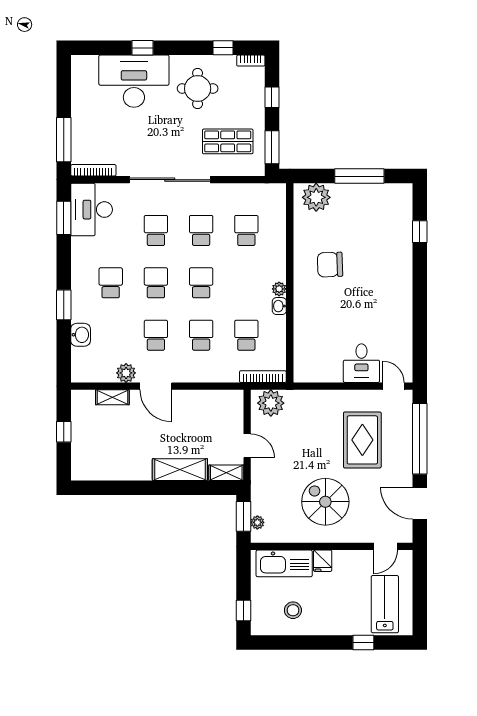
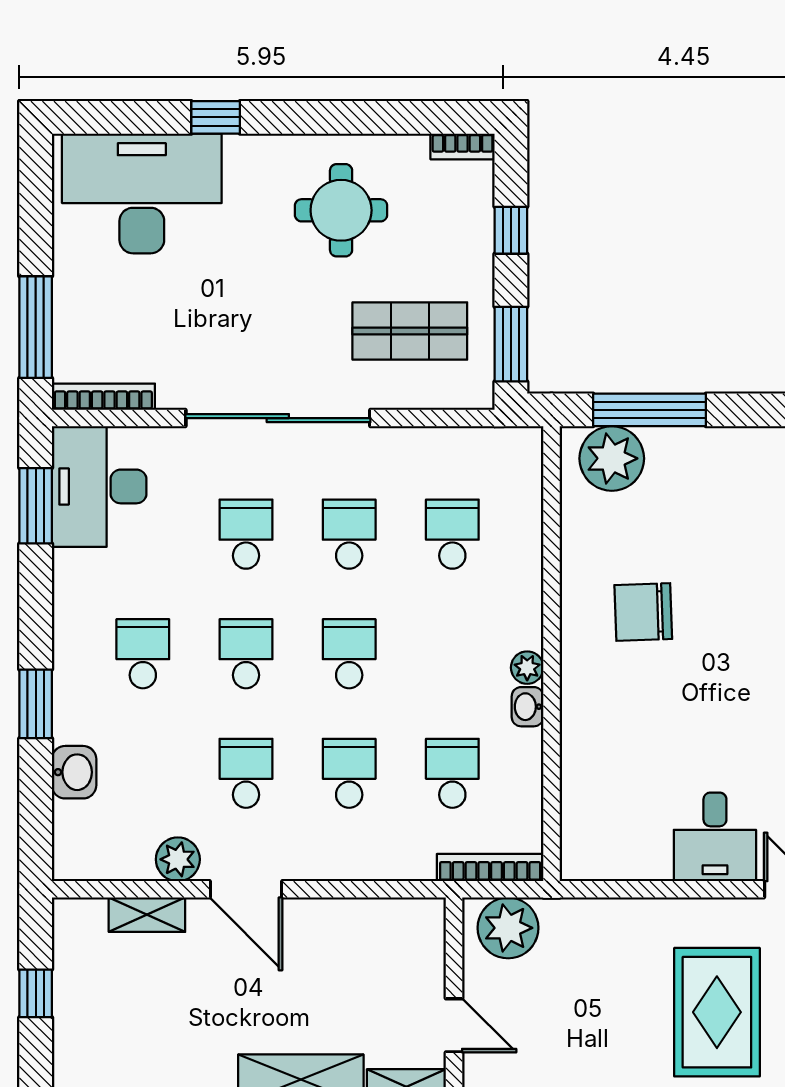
window: (223, 48) -> (399, 117), removed
desk: (134, 81) -> (142, 193), moved
window: (359, 176) -> (650, 410), moved

